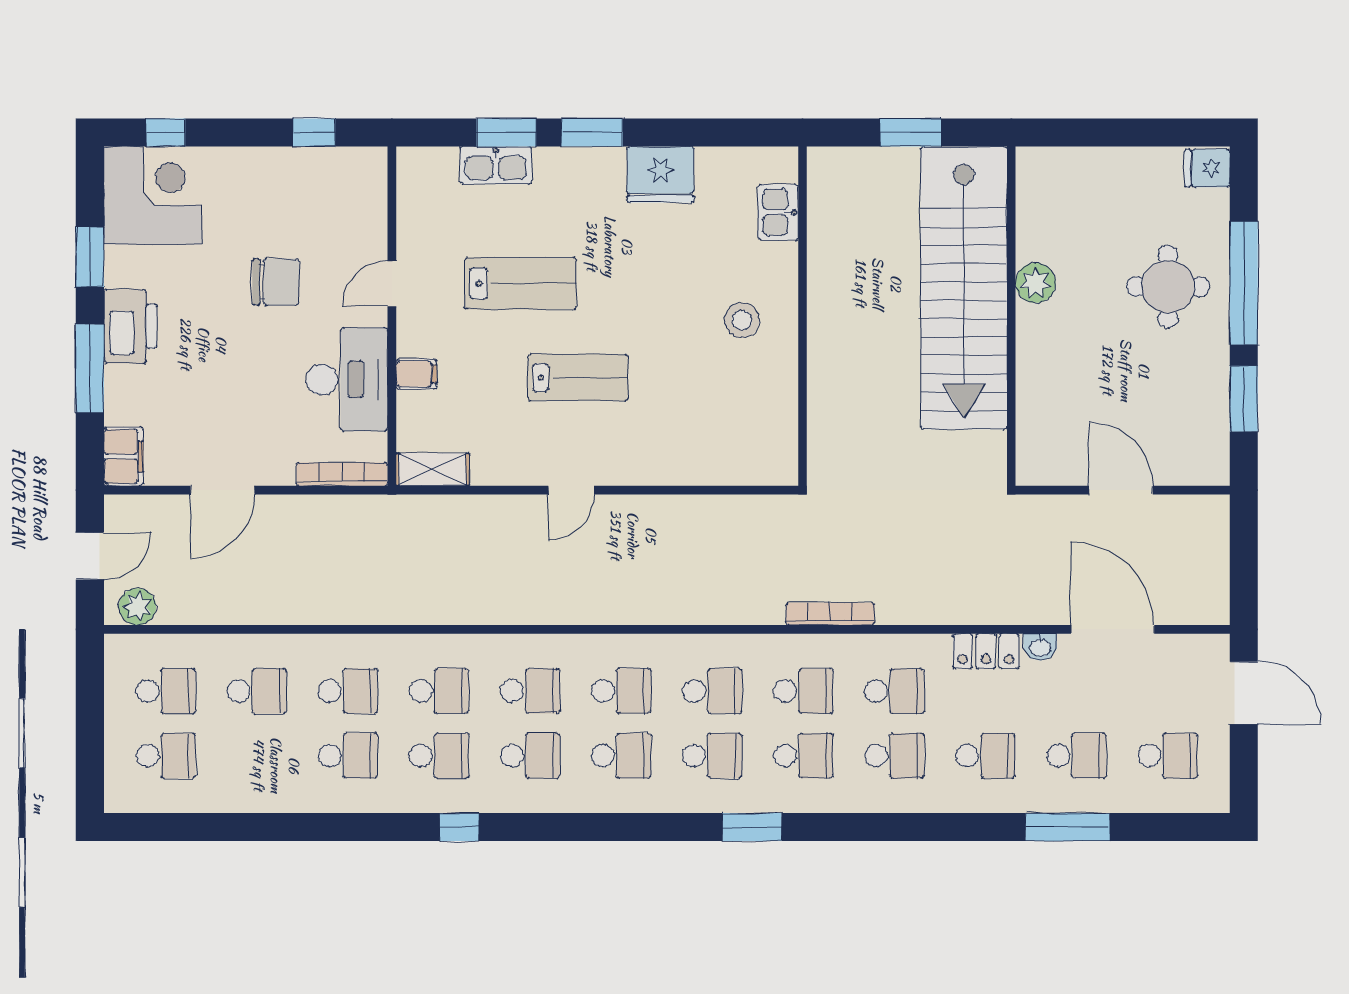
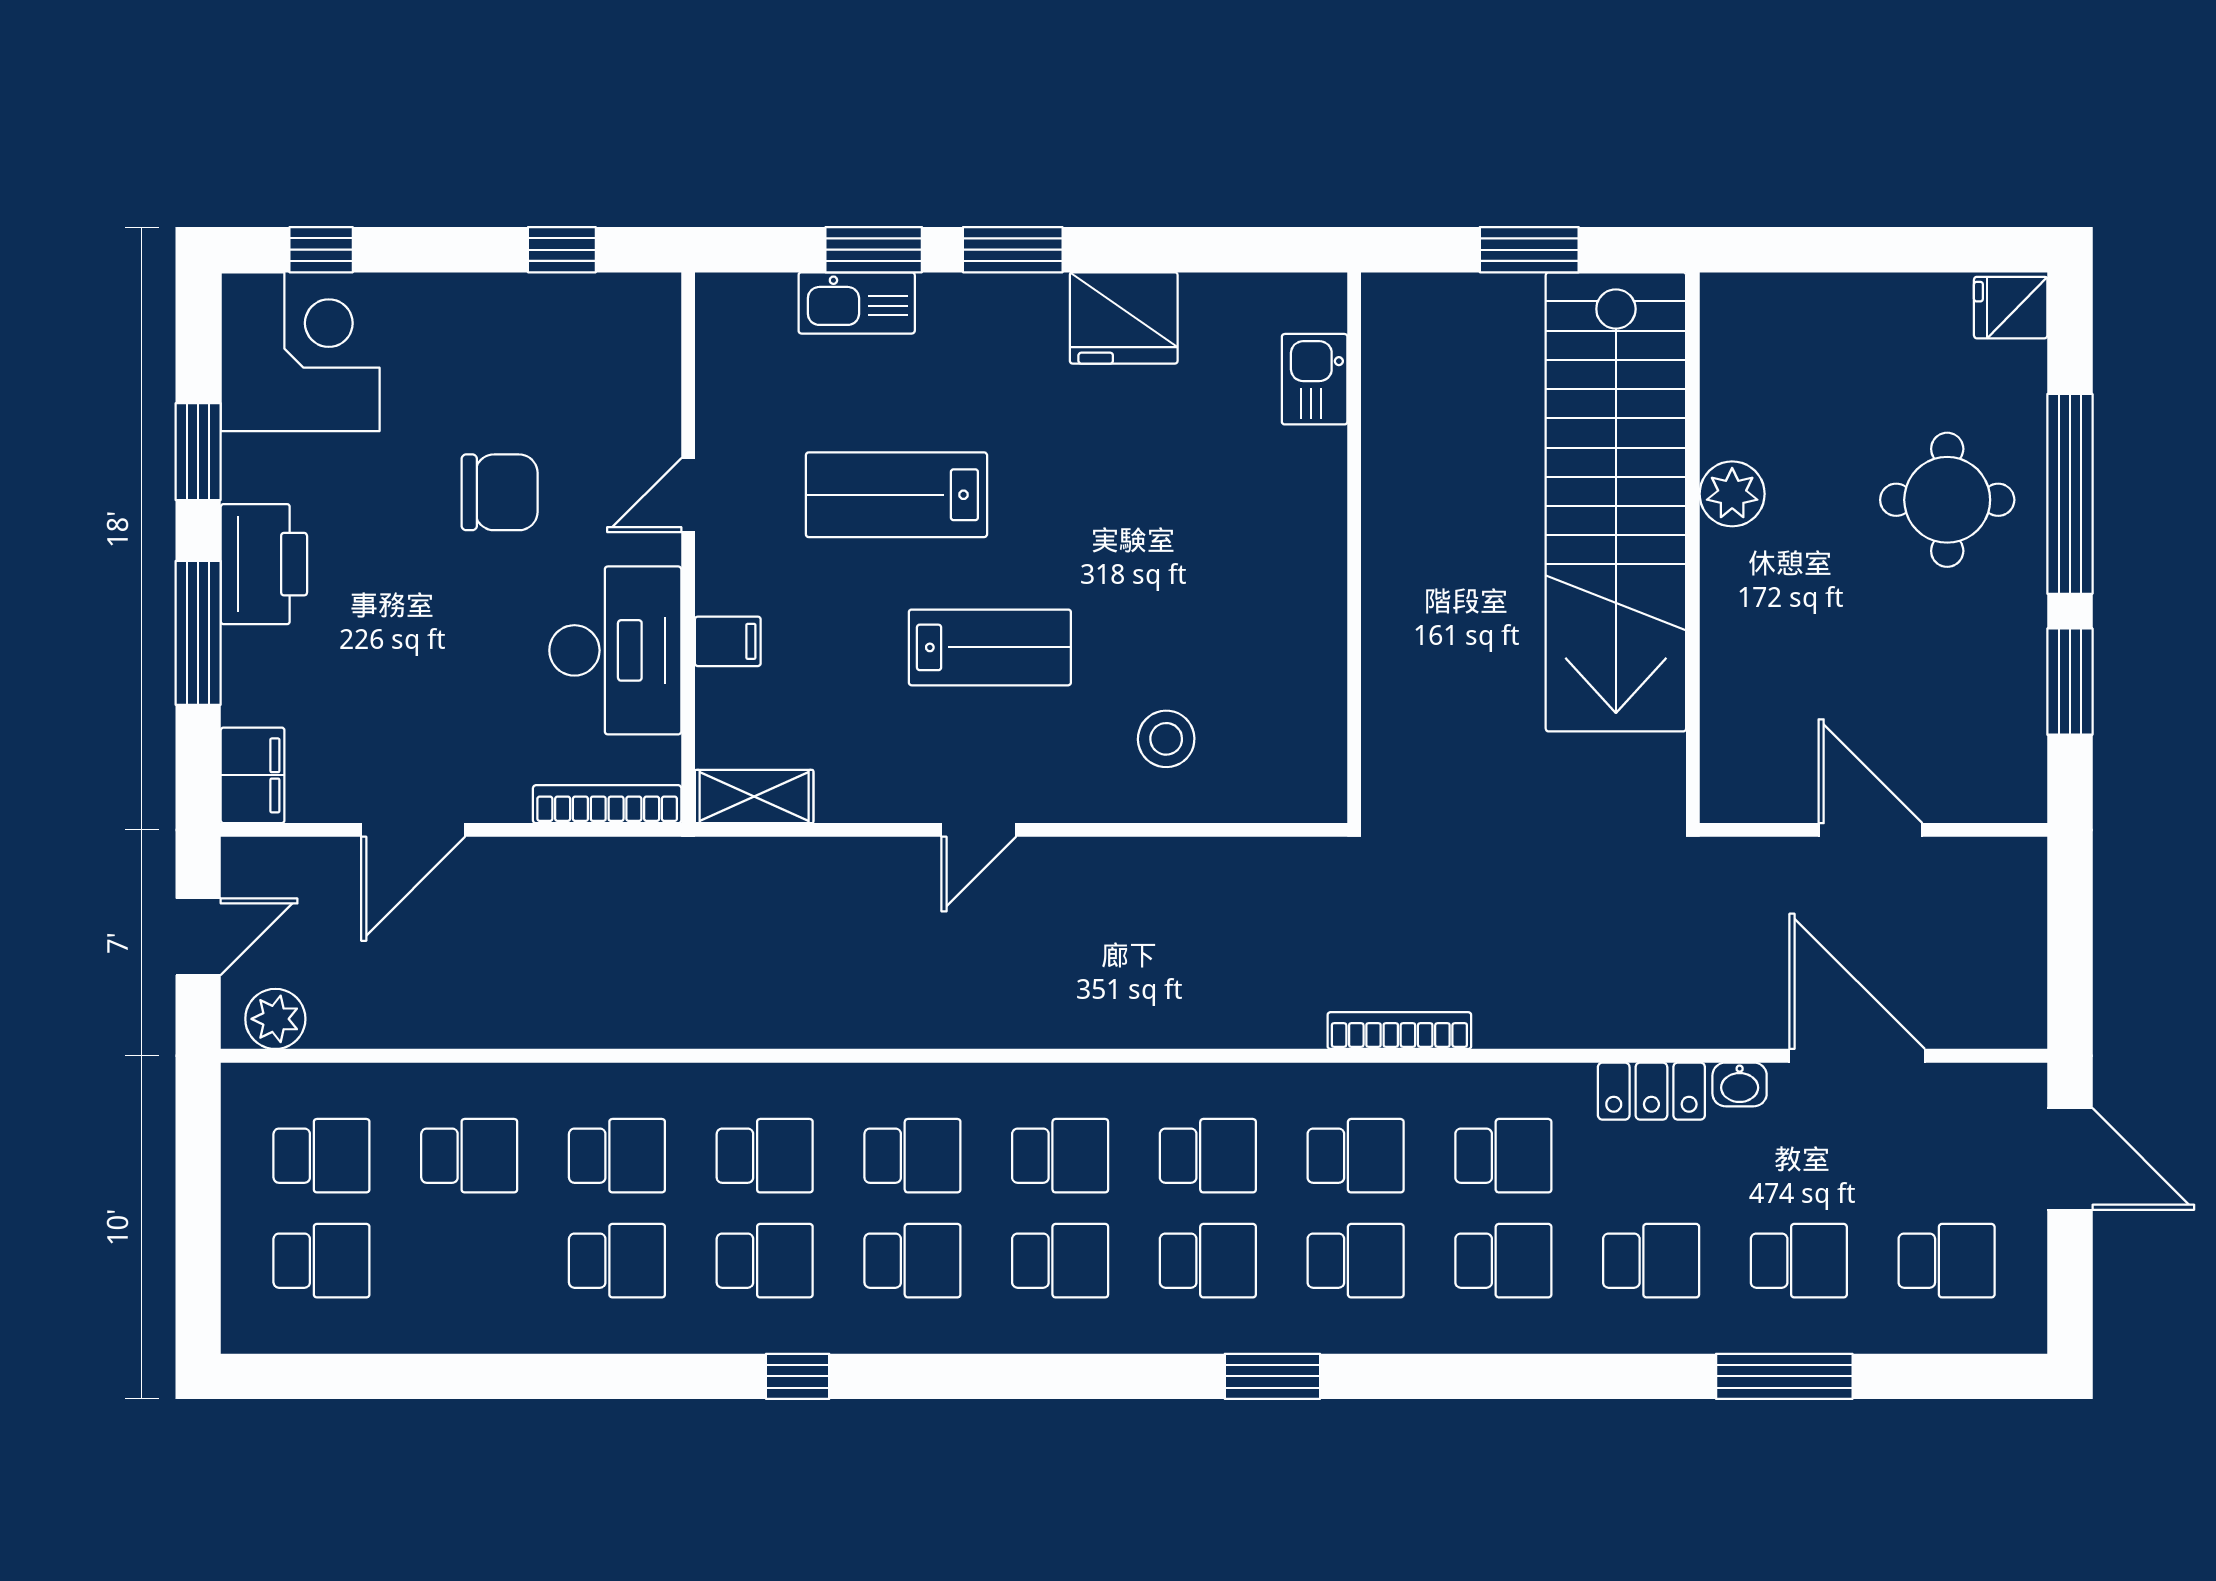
lab bench: (520, 283) -> (896, 495), turned 180
stool: (742, 320) -> (1166, 739), moved

